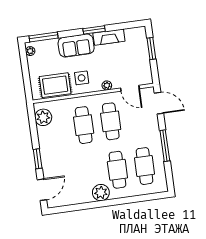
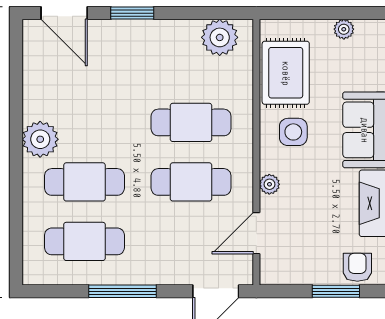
armchair: (139, 40) -> (357, 267), added
plant: (30, 51) -> (344, 29), moved

